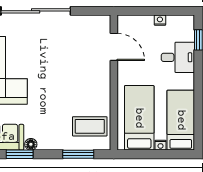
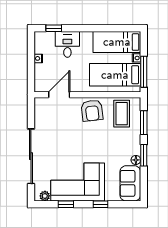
armchair: (94, 89) -> (92, 111), added
window: (20, 154) -> (144, 155), moved
window: (143, 154) -> (144, 72), added

